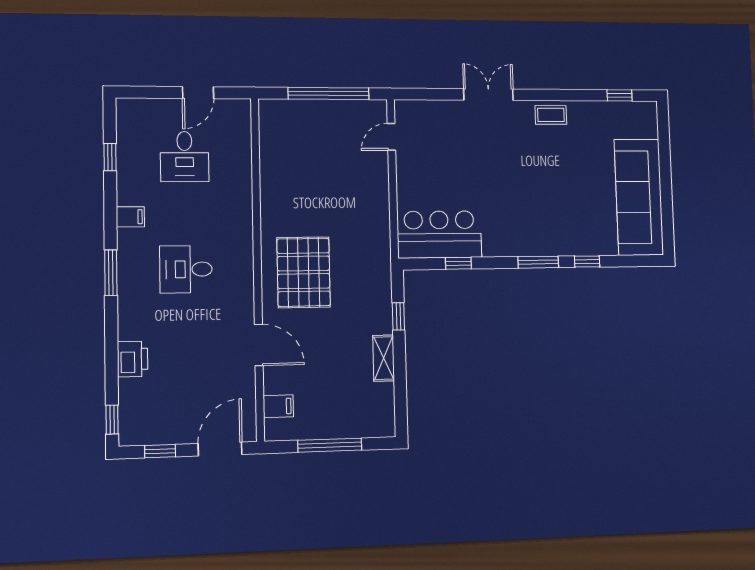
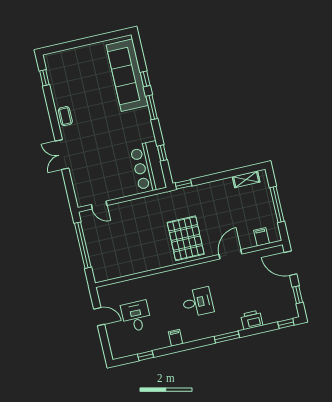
desk: (185, 157) -> (136, 316), turned -90
sofa: (639, 197) -> (127, 75), moved, turned 90
desk: (186, 269) -> (198, 302), turned -90
pallet: (304, 272) -> (186, 238), turned 90
window: (111, 273) -> (227, 337), moved
window: (398, 316) -> (184, 184), moved
shelving: (384, 358) -> (246, 179), moved

